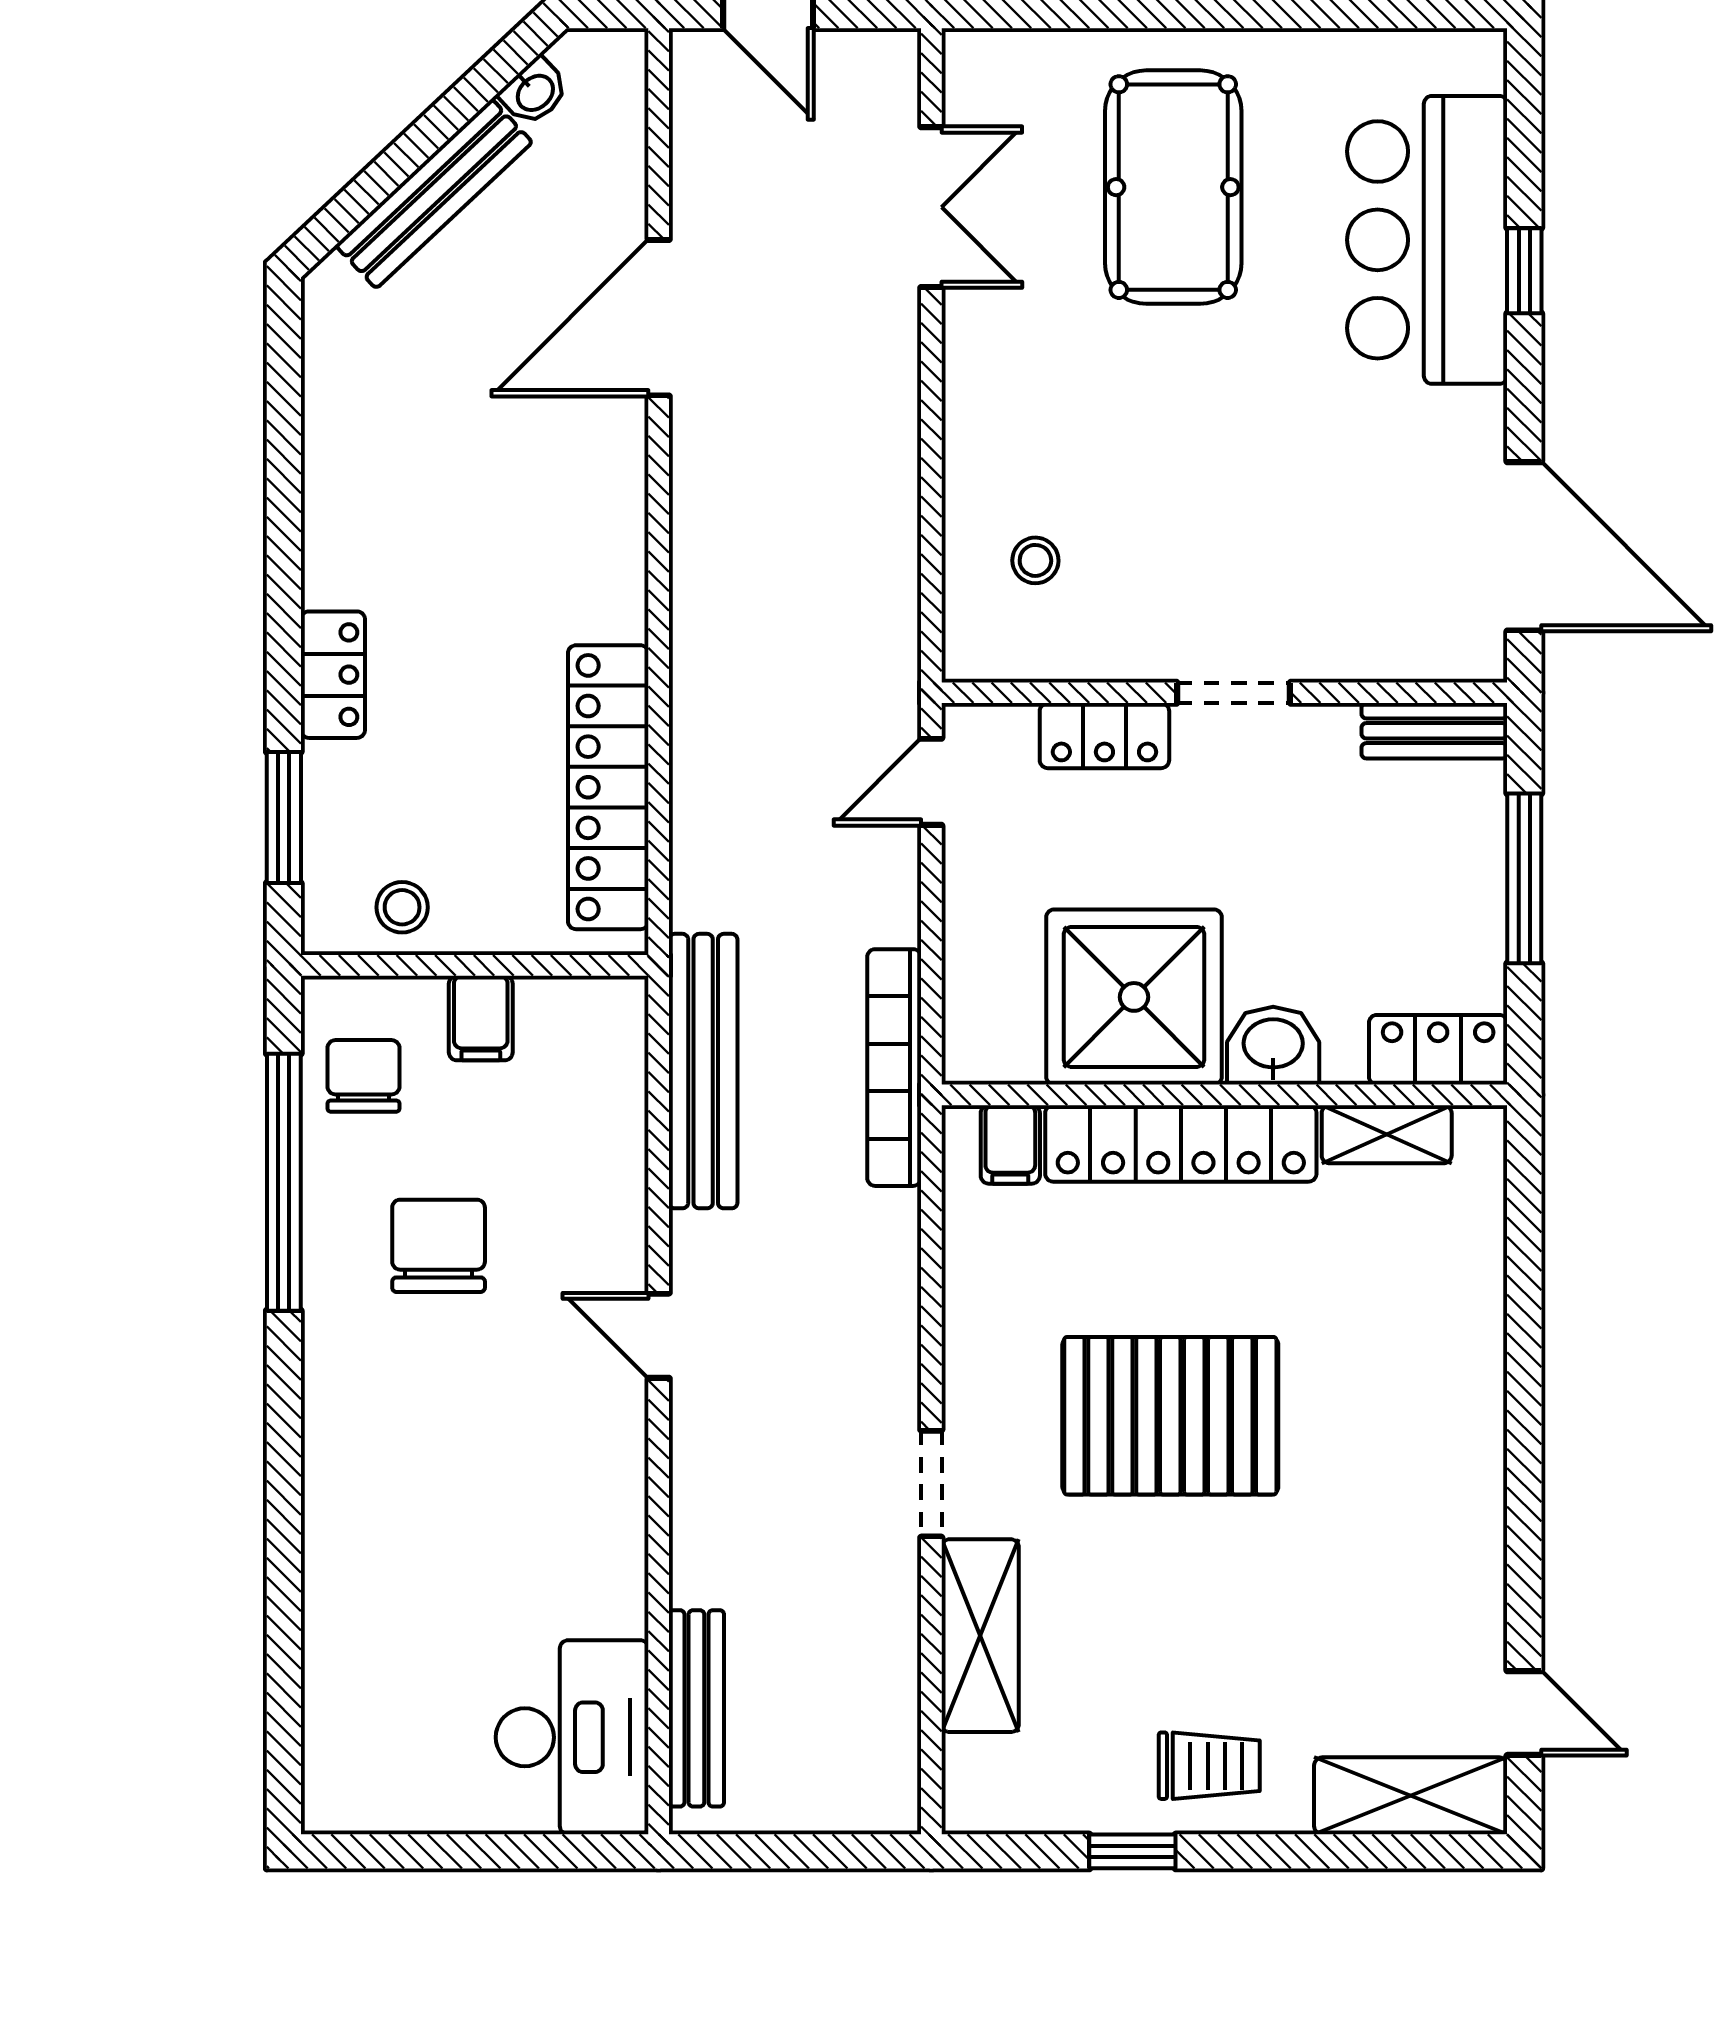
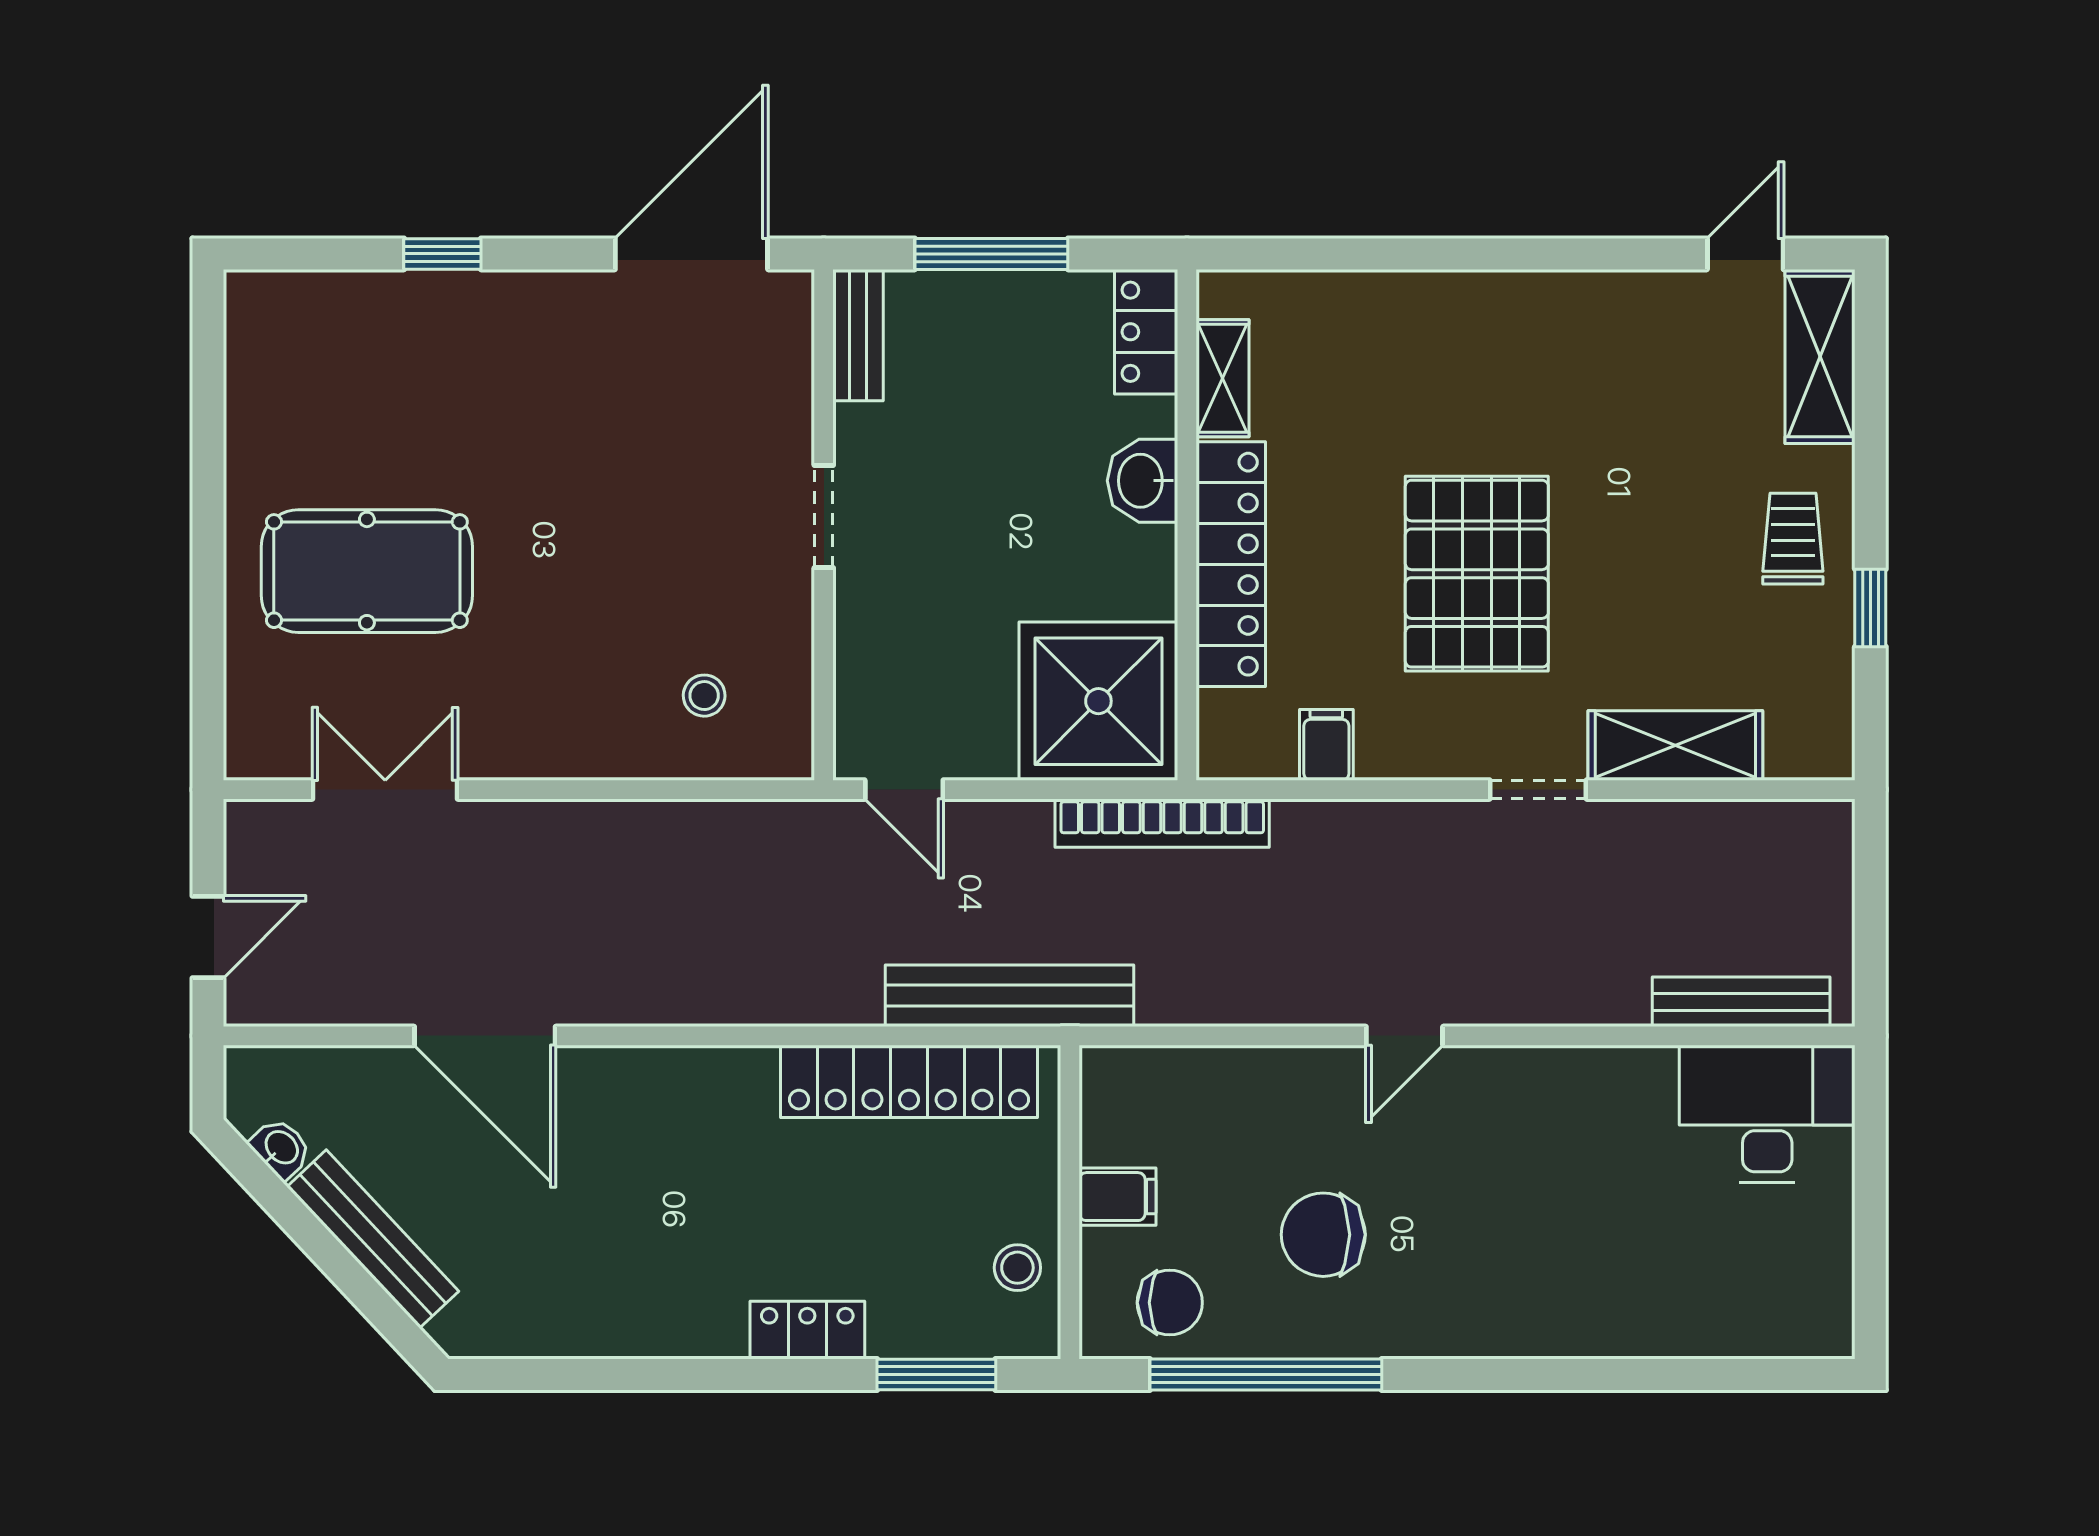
bar counter: (1427, 240) -> (415, 342), removed
locker: (1104, 736) -> (862, 633), removed
shower: (1134, 997) -> (1098, 701), moved
bench: (703, 1071) -> (1009, 996), moved
chair: (363, 1076) -> (1170, 1303), turned 180
filing cabinet: (1010, 1144) -> (1326, 745), moved, turned -90

